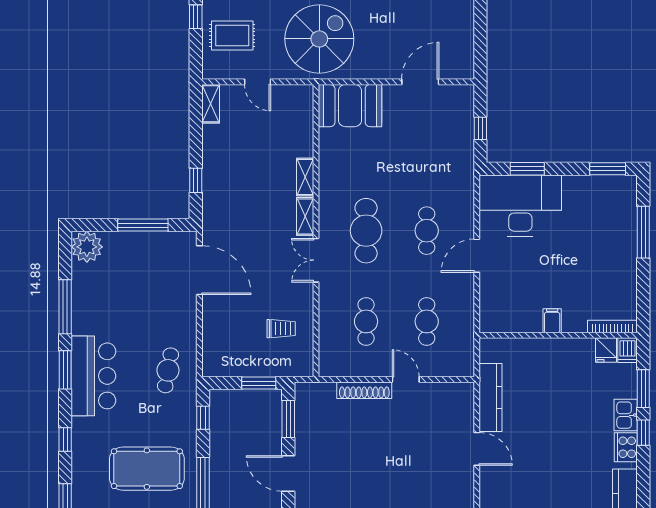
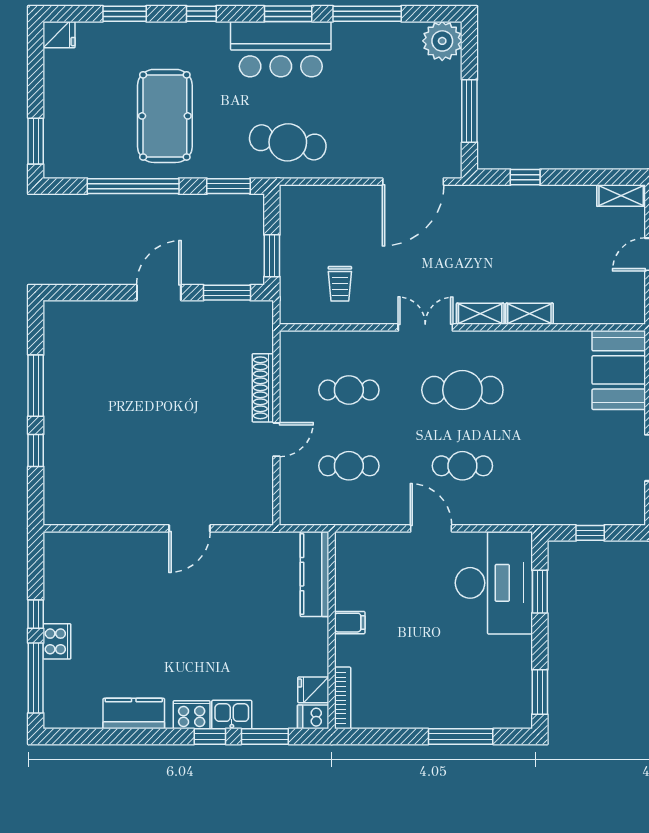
cafe table: (168, 370) -> (288, 142), width x1.37, depth x1.35
kitchen counter: (491, 397) -> (314, 574), moved, turned 90
window: (203, 418) -> (228, 186), width x1.50

